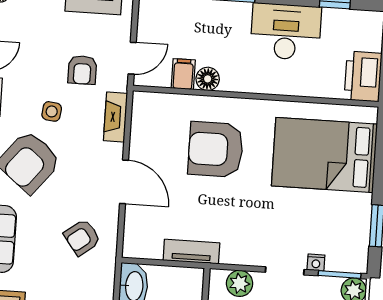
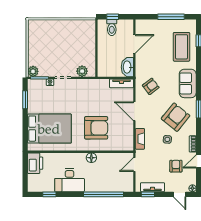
armchair: (82, 70) -> (176, 166), moved
filing cabinet: (183, 74) -> (112, 159), removed
floor lamp: (208, 79) -> (91, 158), moved
tv unit: (191, 252) -> (121, 83), moved

